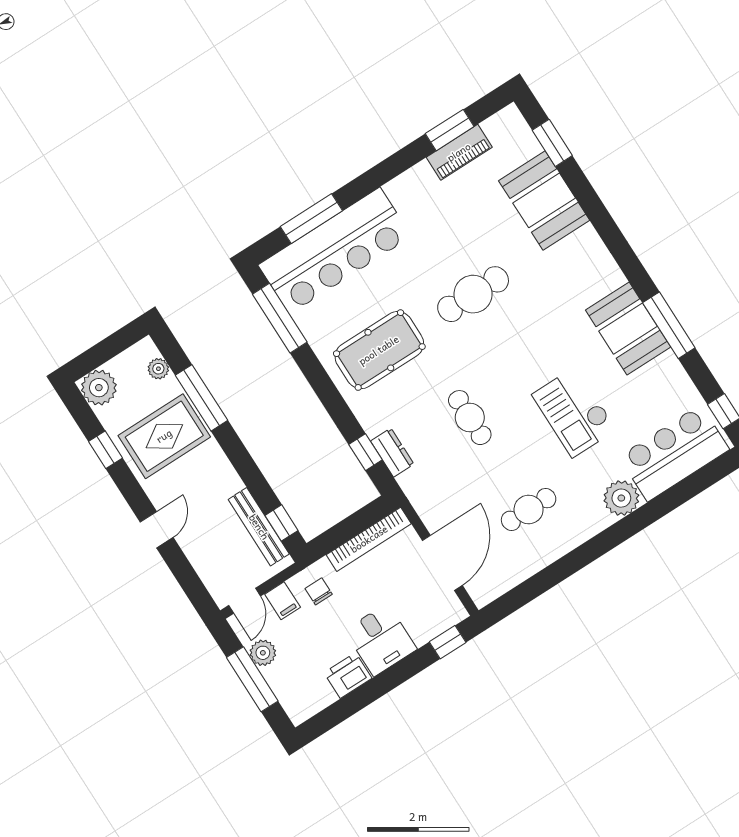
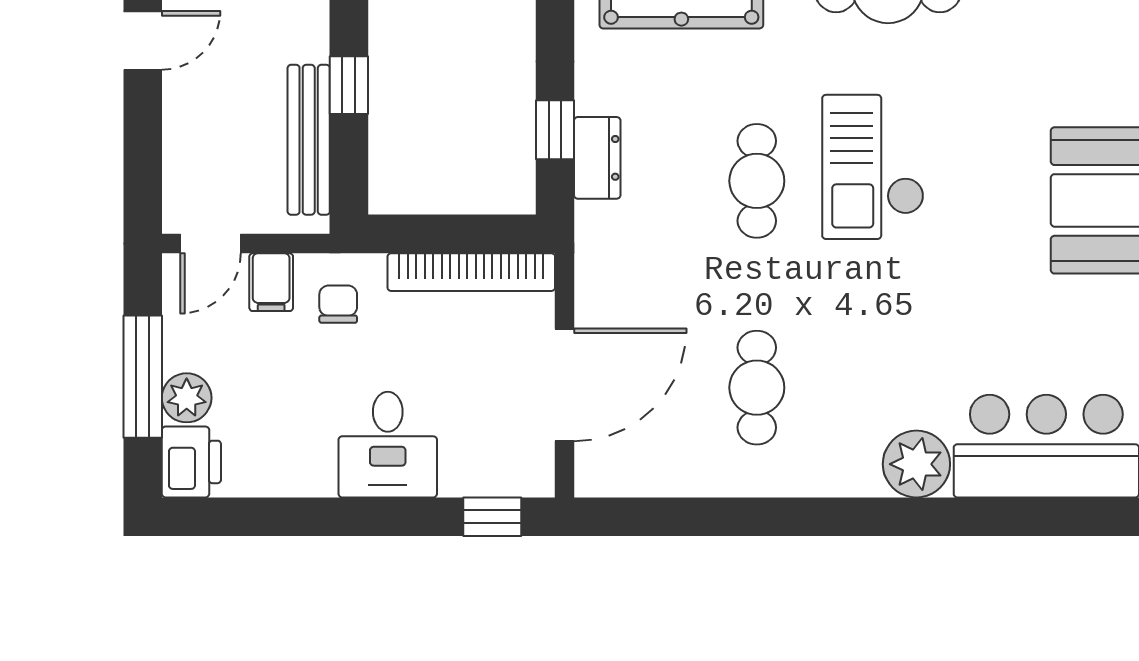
checkout: (574, 412) -> (873, 167), moved
cafe table: (529, 509) -> (757, 388), turned 90
window: (282, 523) -> (349, 85), moved
plant: (263, 653) -> (187, 398), moved
printer: (348, 675) -> (191, 462), moved, turned 90

